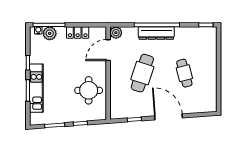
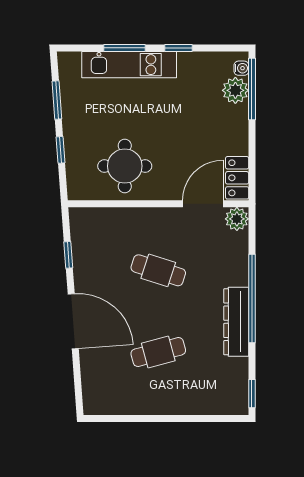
locker: (78, 32) -> (237, 178), moved
dresser: (156, 33) -> (236, 322), moved
door: (108, 50) -> (203, 204), hinge flipped
cafe table: (142, 73) -> (158, 270), width x0.73, depth x0.74
door: (169, 117) -> (73, 321), hinge flipped

